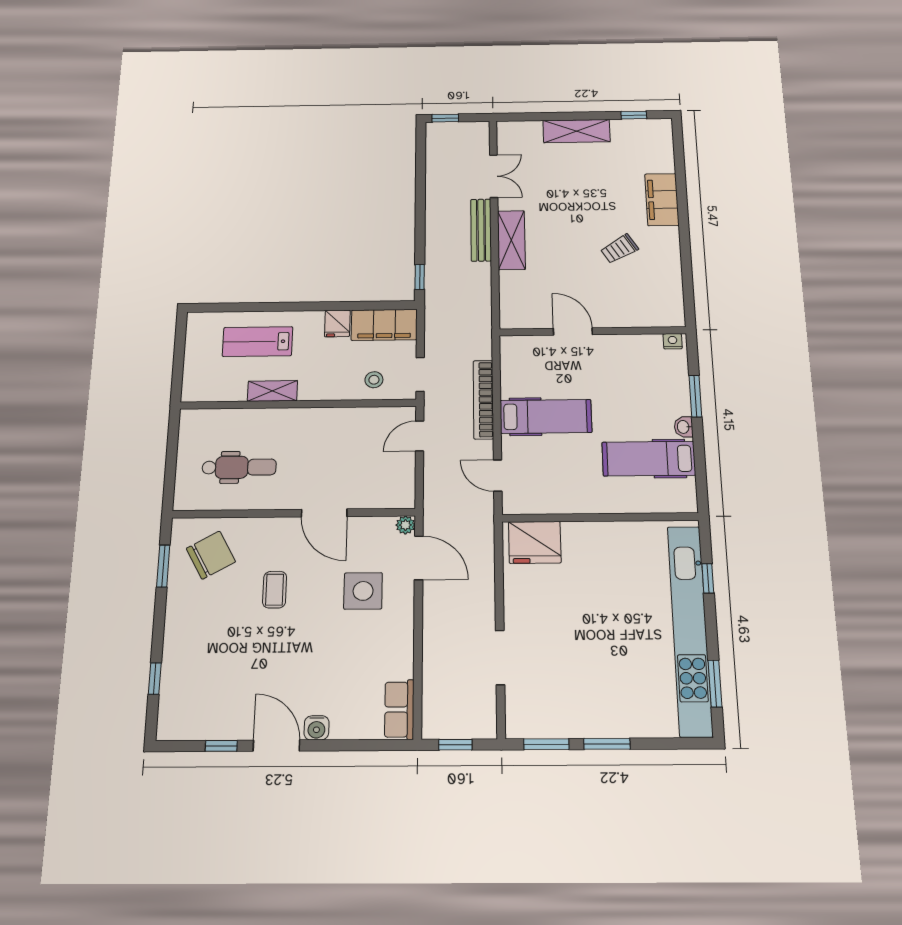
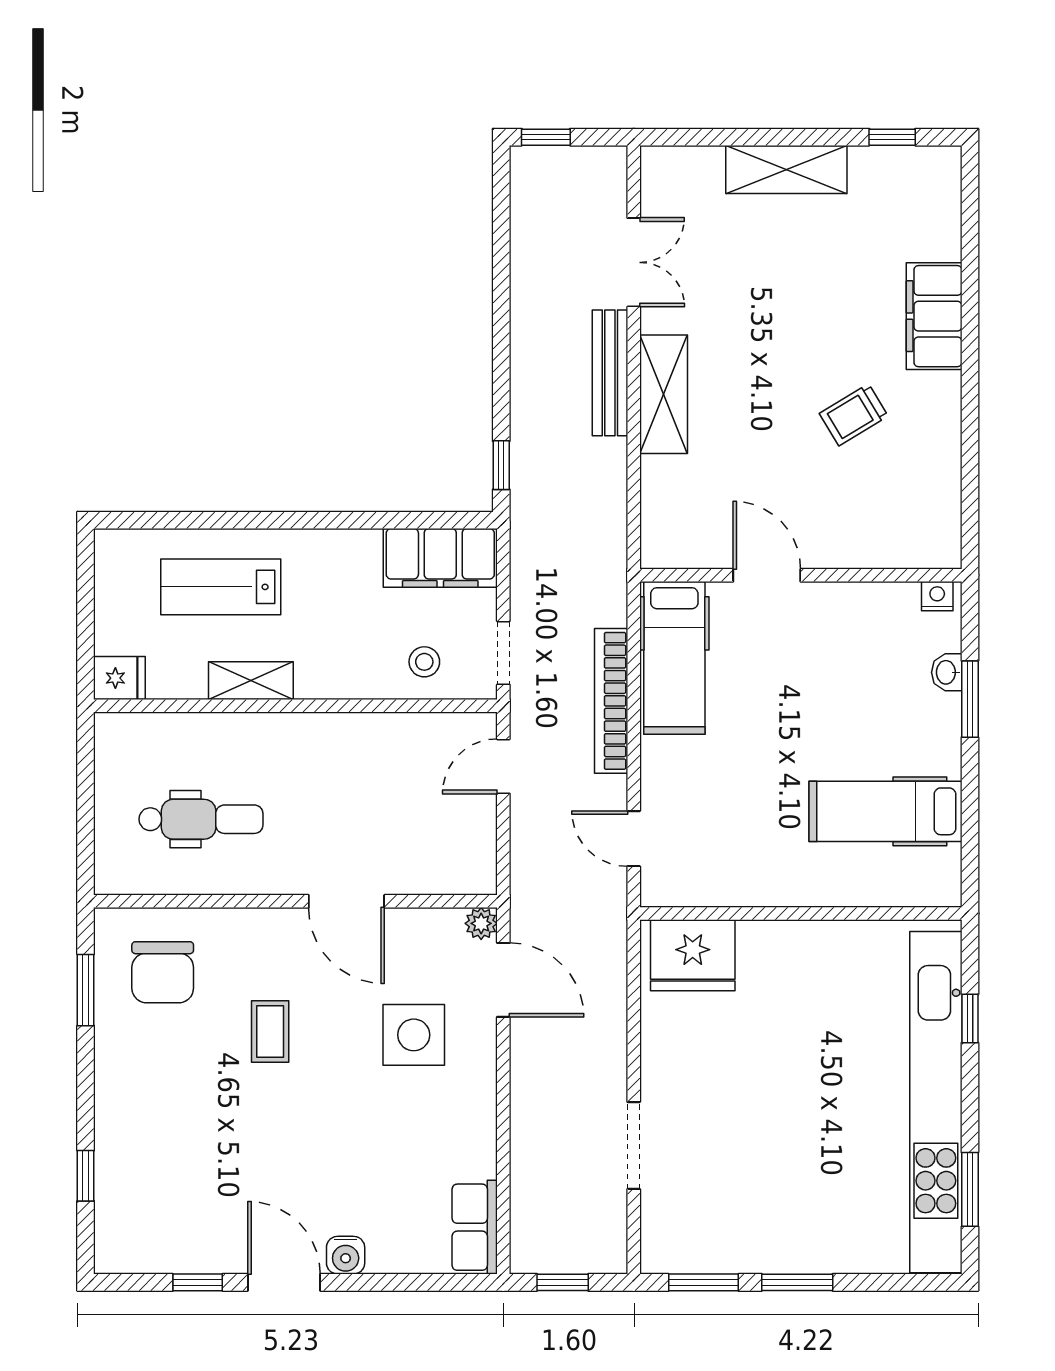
fridge: (337, 323) -> (119, 678), moved, turned -90
hospital bed: (546, 416) -> (674, 658), moved, turned 90
washbasin: (684, 427) -> (947, 672), moved
chair: (211, 555) -> (163, 972), turned 119

